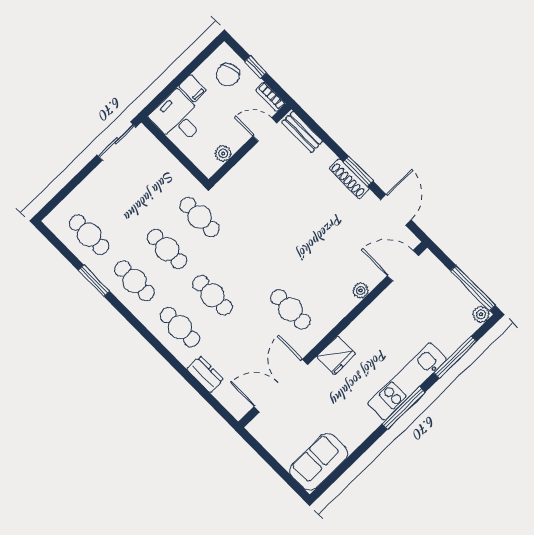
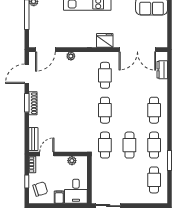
door: (265, 130) -> (47, 154), swing flipped
door: (403, 266) -> (45, 50), hinge flipped
cafe table: (212, 295) -> (105, 110), moved
dresser: (205, 374) -> (162, 70), moved

